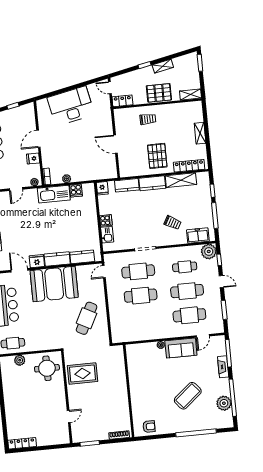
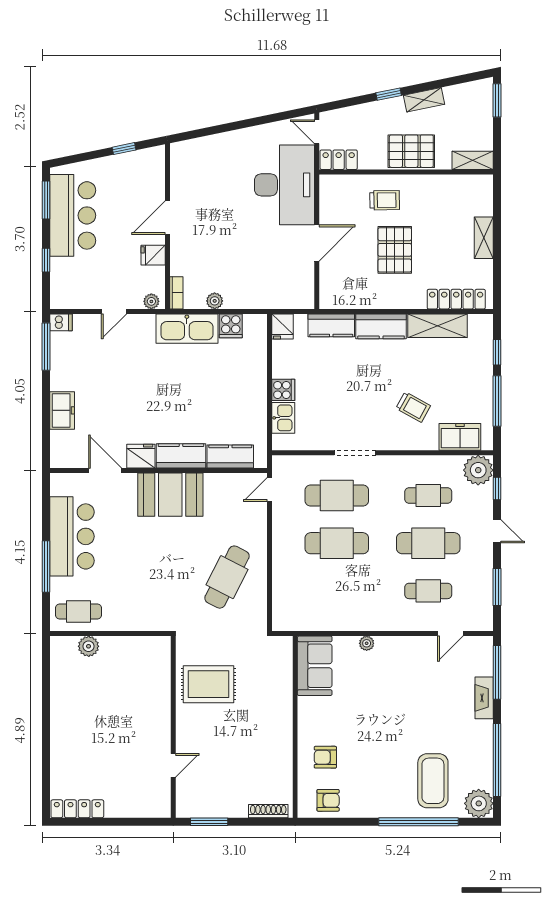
desk: (71, 106) -> (284, 185), moved, turned 102
door: (115, 144) -> (317, 243), swing flipped
pallet: (157, 156) -> (395, 250), moved
booth: (54, 284) -> (170, 495), width x0.73, depth x0.70
cafe table: (189, 315) -> (428, 591), width x0.73, depth x0.74
sofa: (181, 348) -> (315, 666), moved, turned -90
round table: (47, 368) -> (140, 667), removed
coffee table: (188, 396) -> (433, 781), moved, turned -50
plant: (224, 403) -> (479, 803), moved
armchair: (145, 405) -> (325, 757), added

